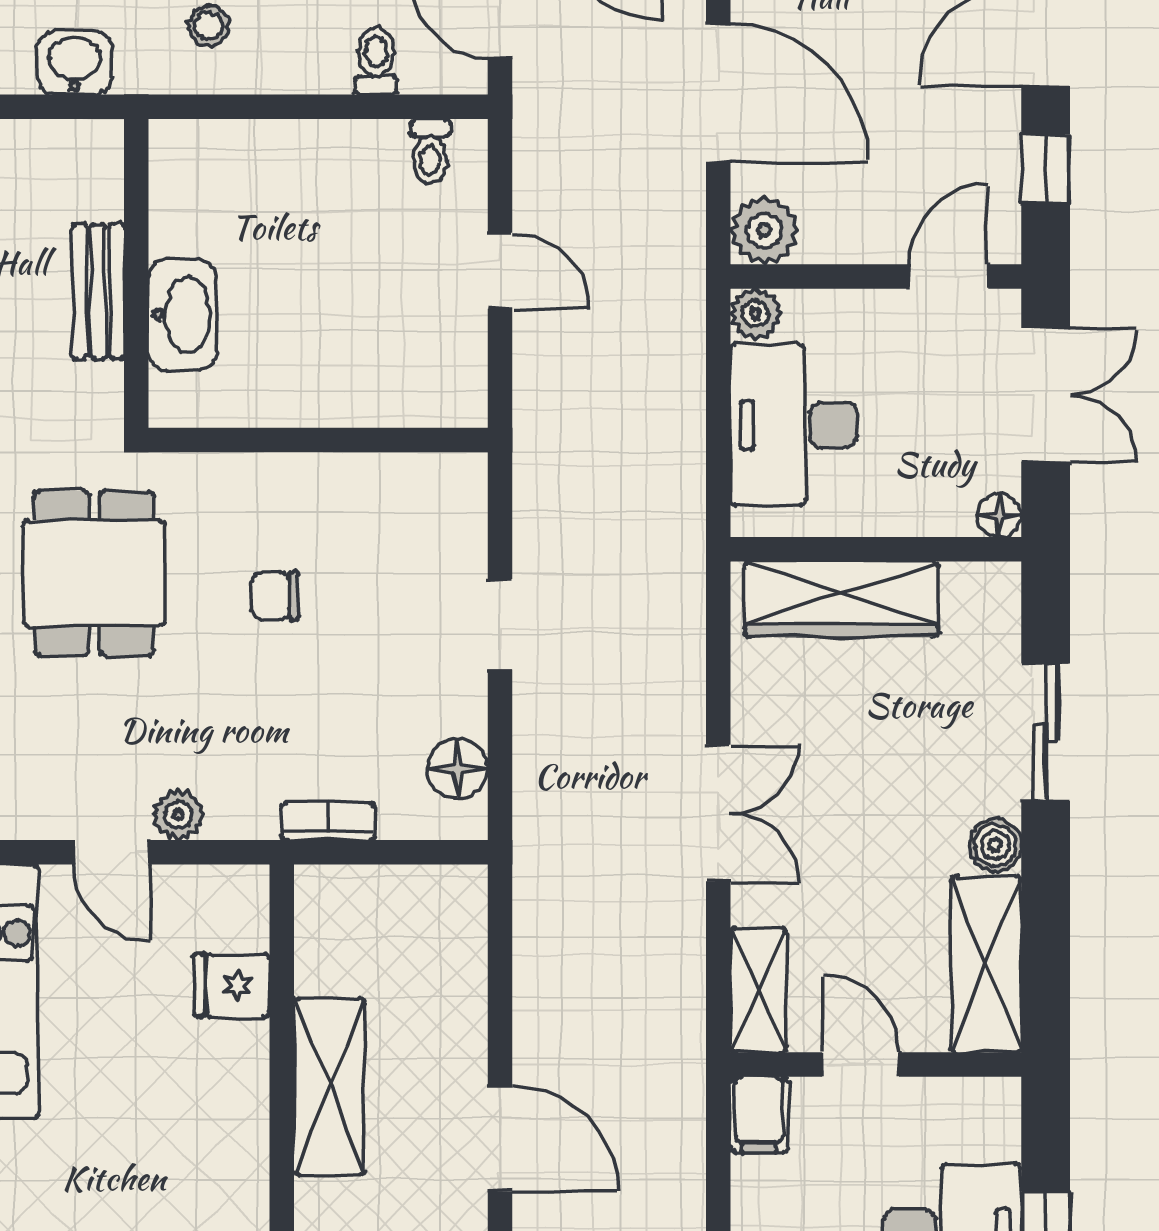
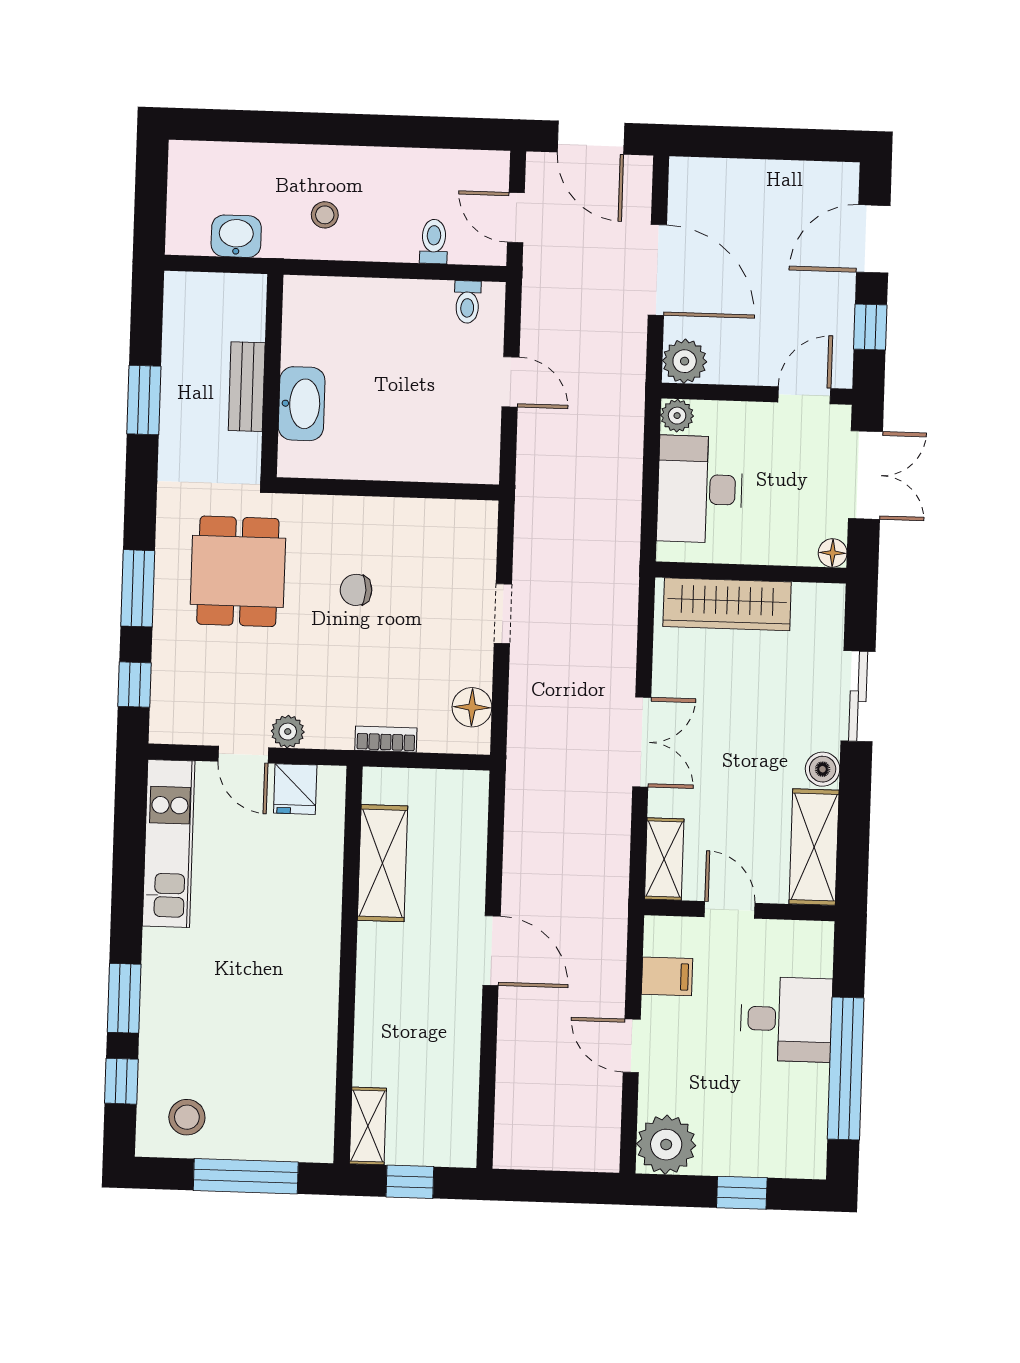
fridge: (232, 985) -> (295, 789), moved, turned -90
shelving: (329, 1087) -> (383, 863), moved
filing cabinet: (759, 1115) -> (667, 976), moved, turned -90

